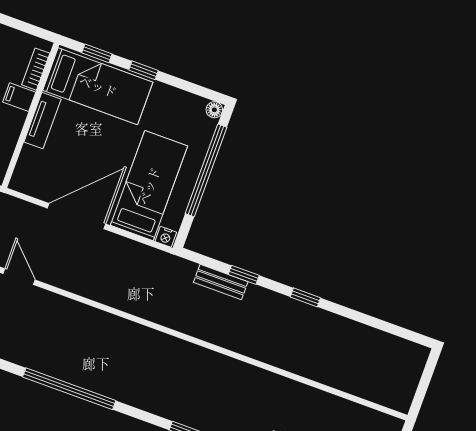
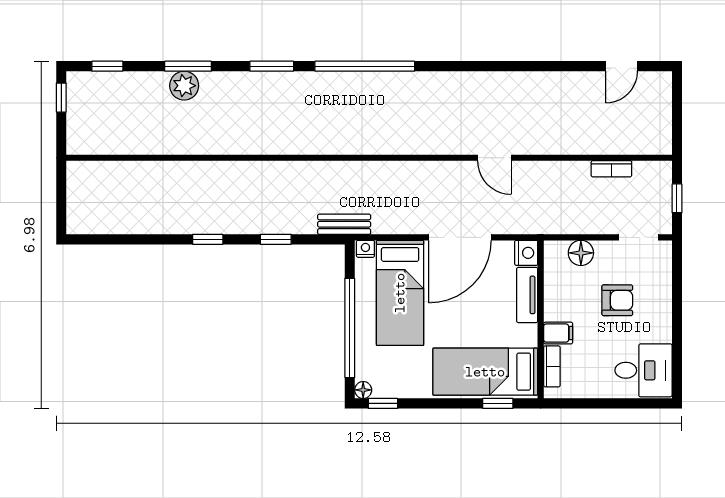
window: (143, 70) -> (383, 403), moved
tv unit: (42, 121) -> (527, 295), moved
nightstand: (22, 180) -> (526, 253), added
bench: (221, 282) -> (344, 224), moved
window: (69, 389) -> (365, 66), moved

